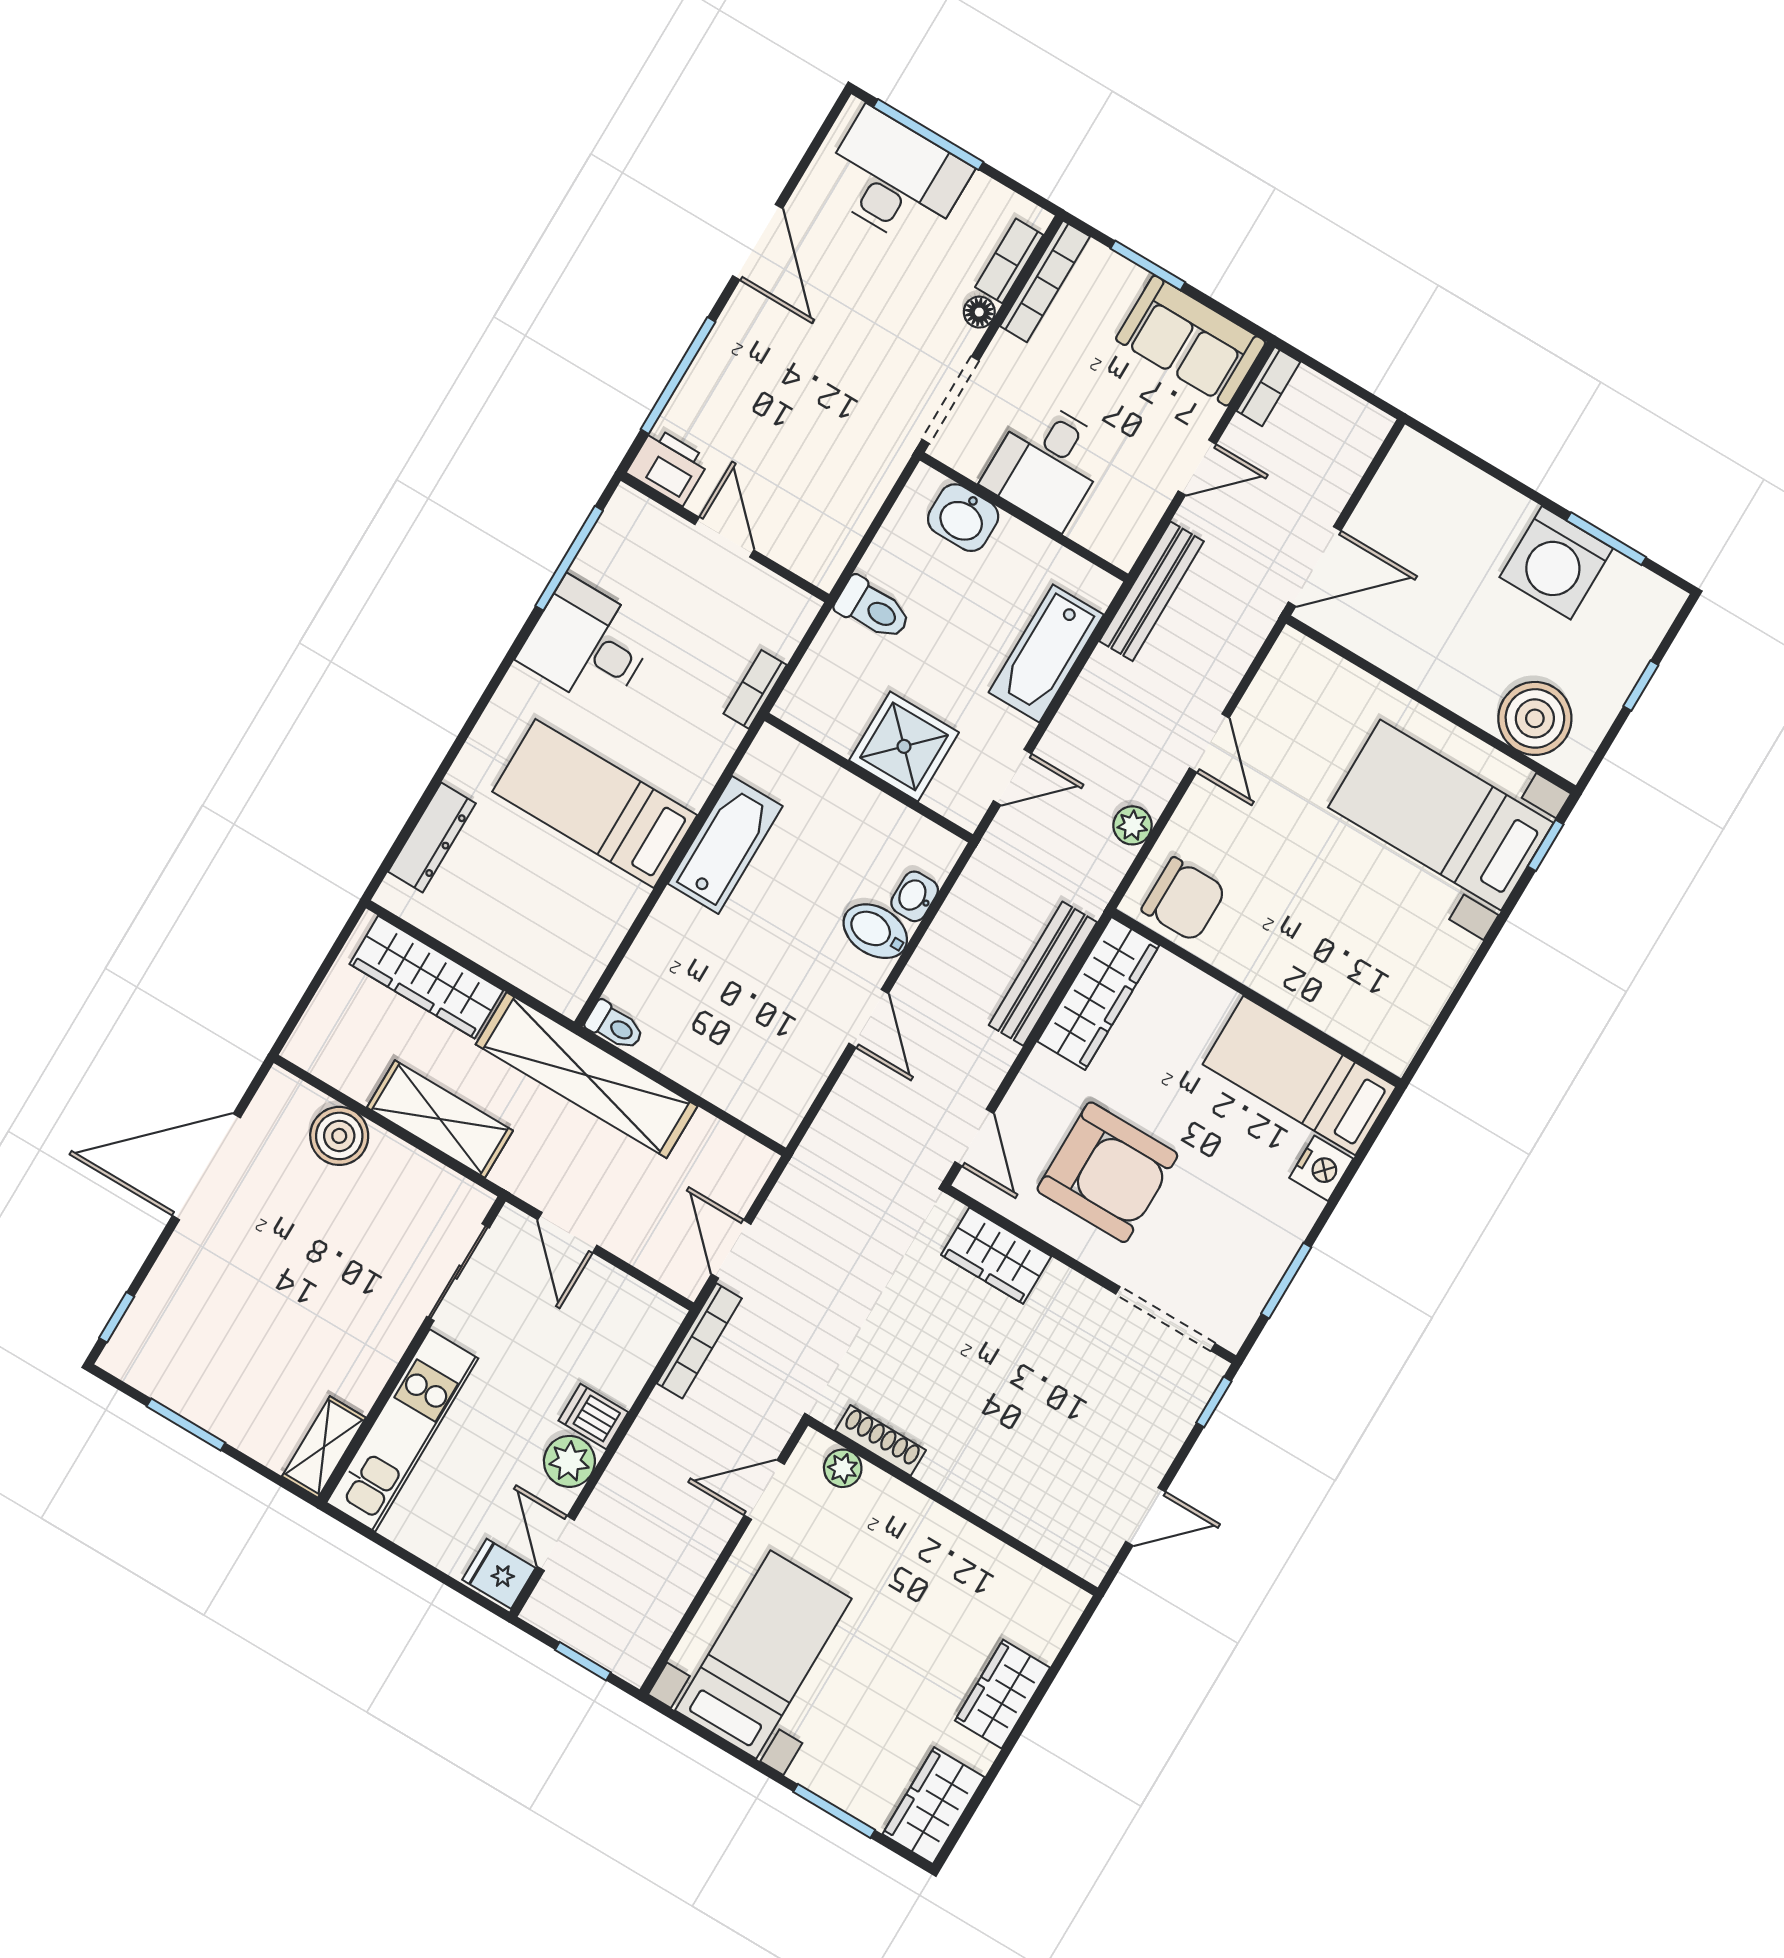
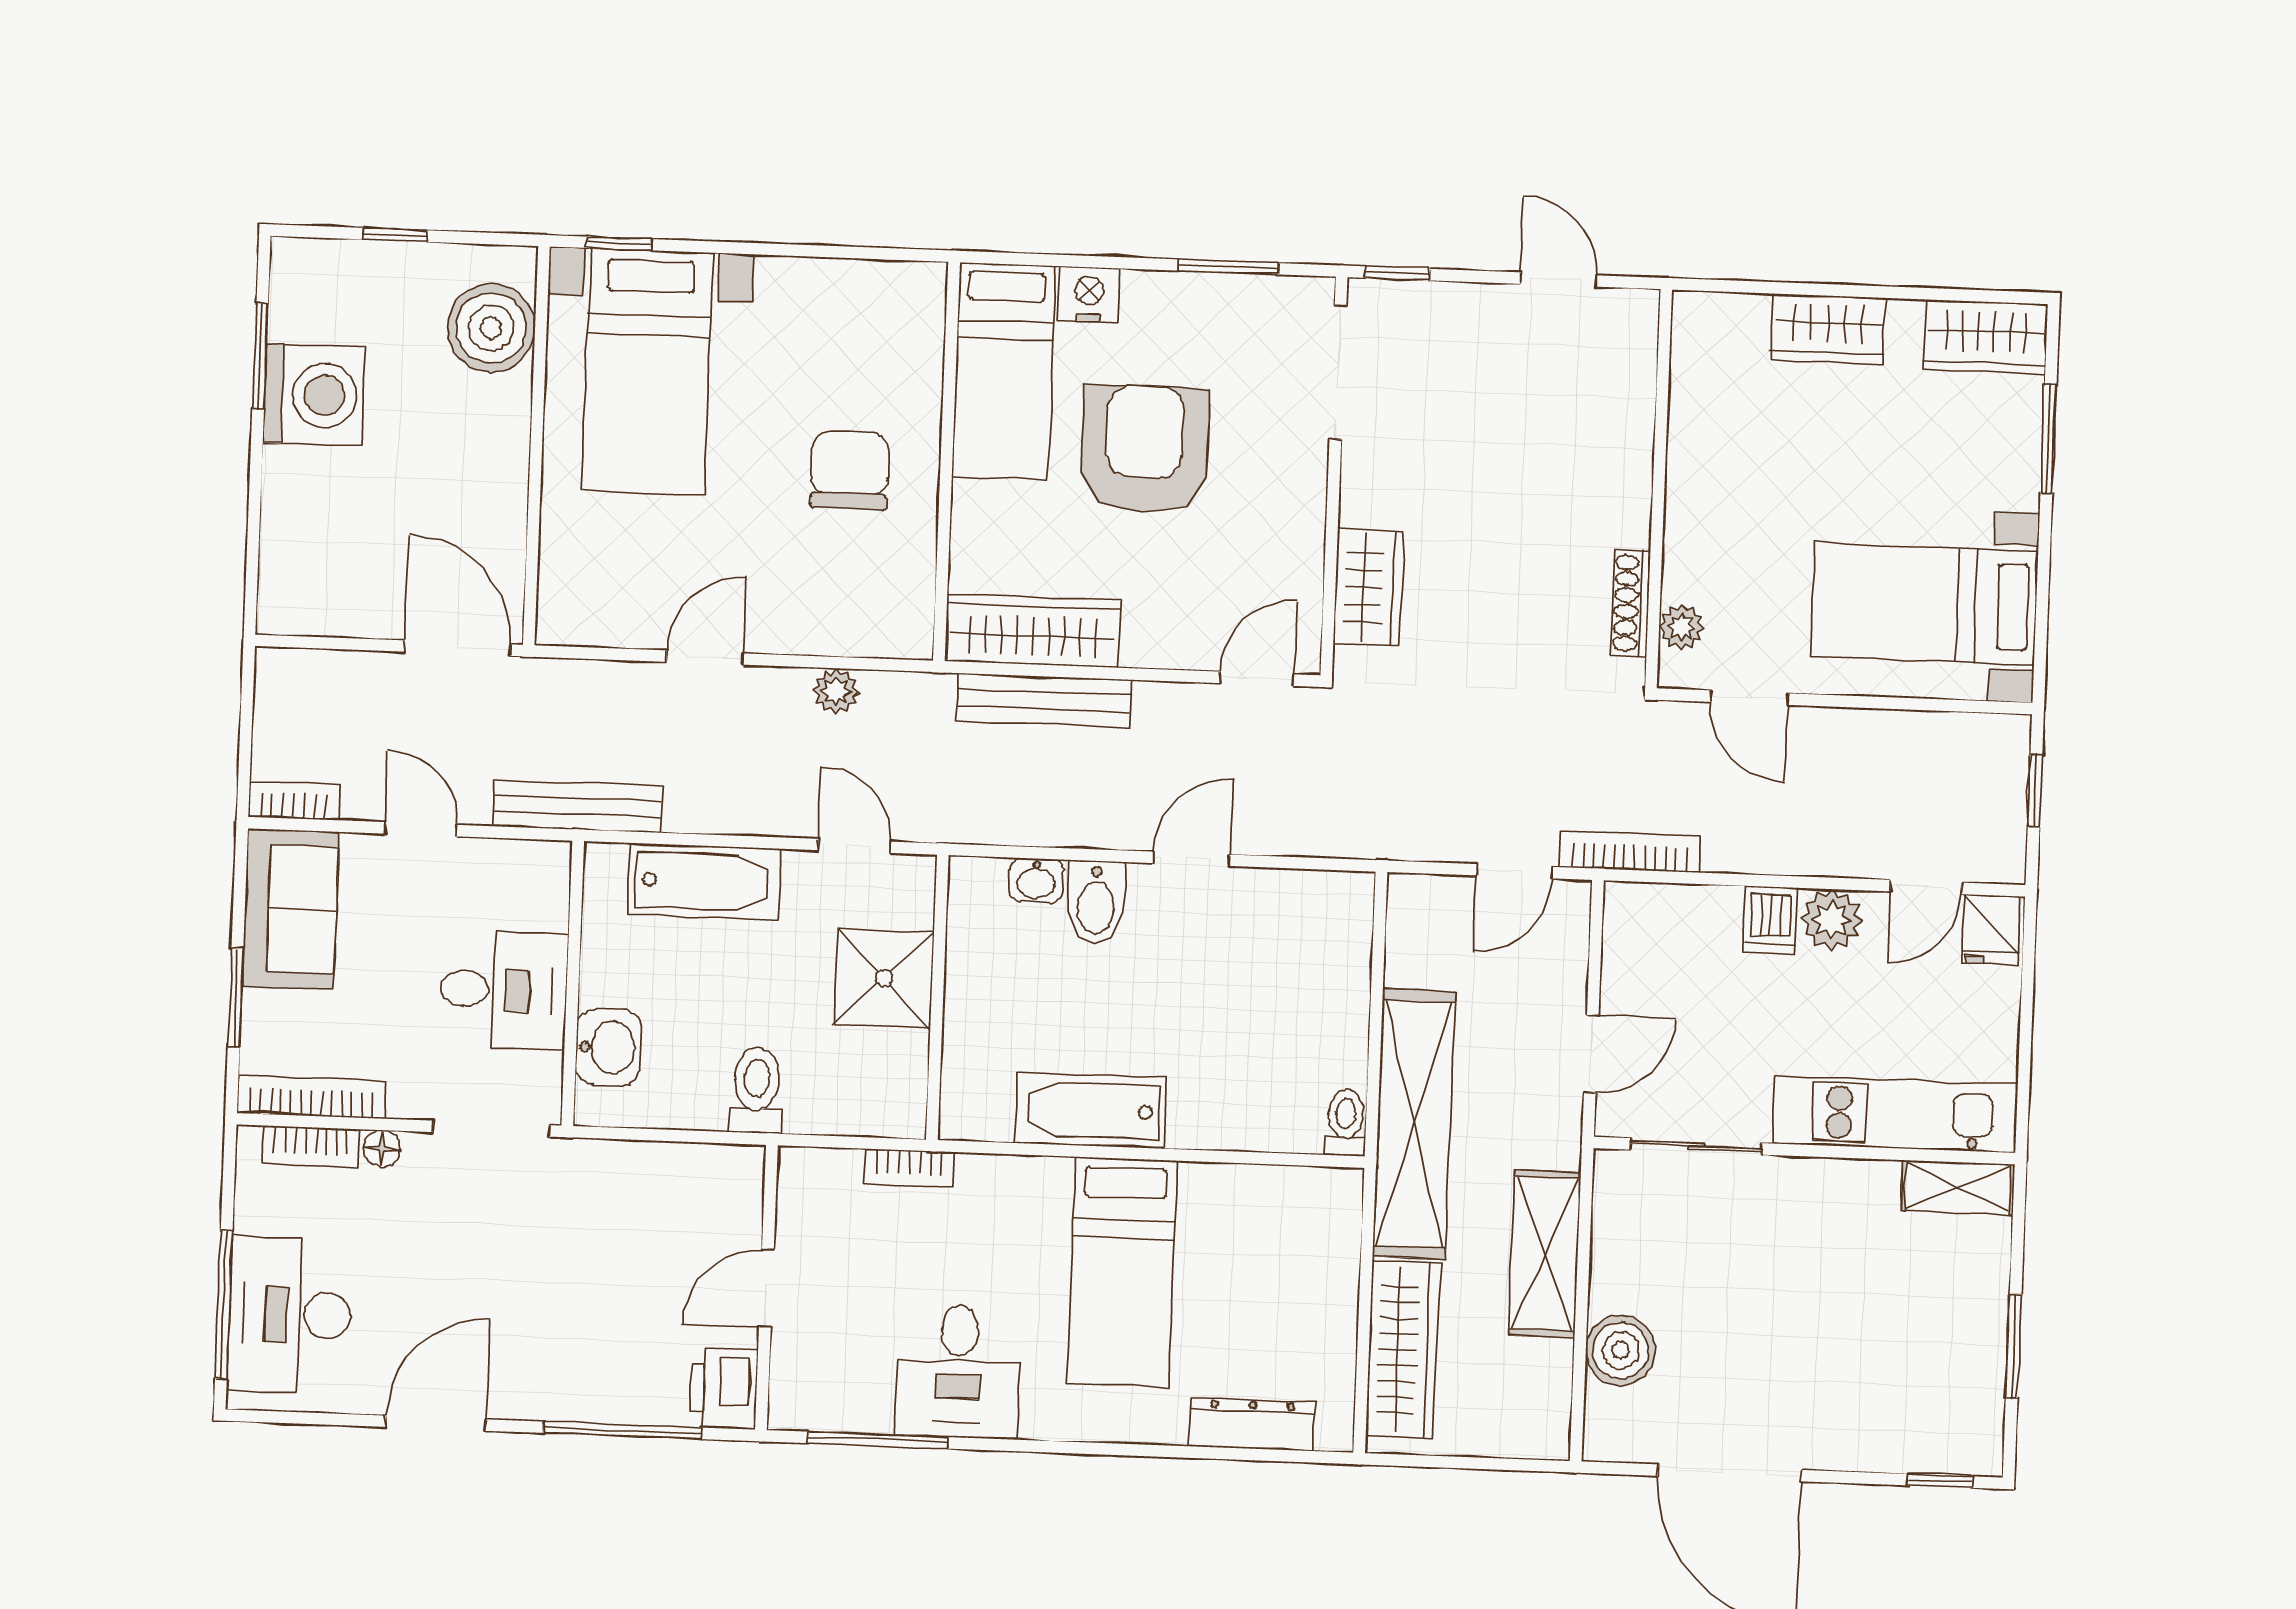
chair: (1184, 899) -> (850, 470), moved
armchair: (1107, 1172) -> (1144, 449), moved

